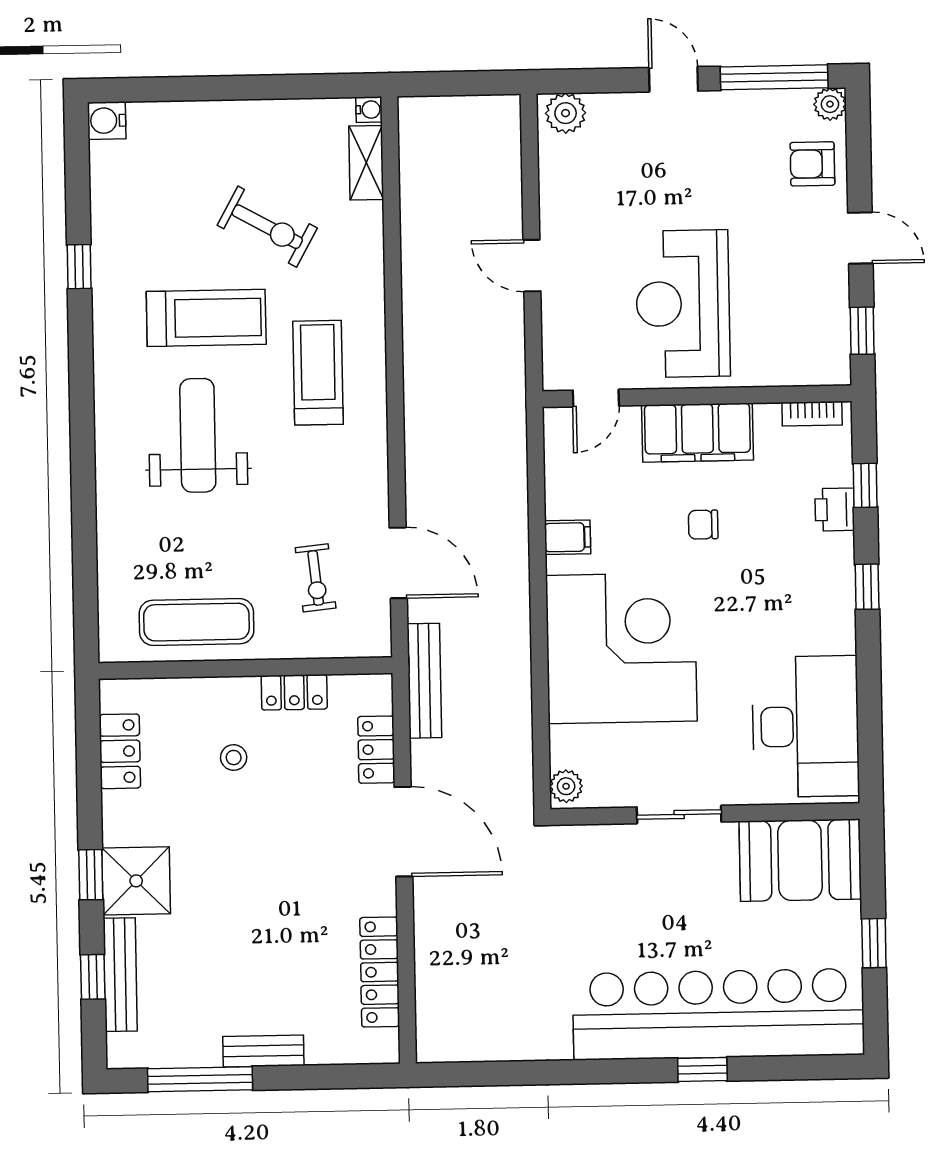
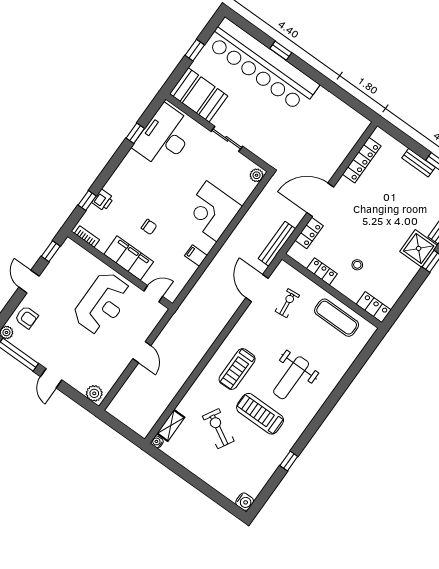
window: (867, 587) -> (135, 133), moved
corner desk: (621, 648) -> (212, 211), width x0.74, depth x0.74
locker: (120, 751) -> (374, 307), moved, turned 90
door: (403, 832) -> (320, 200), hinge flipped

